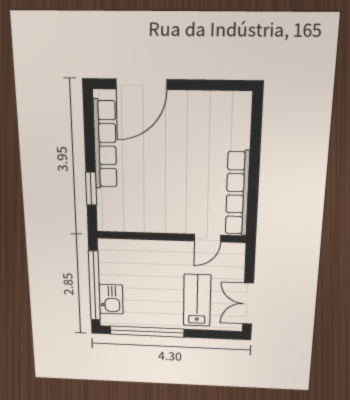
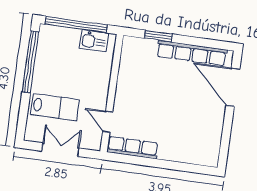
row of seats: (237, 193) -> (133, 148), width x0.73
kitchen sink: (111, 299) -> (94, 41), moved
double door: (248, 304) -> (60, 150), moved

